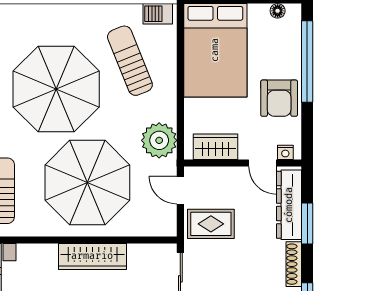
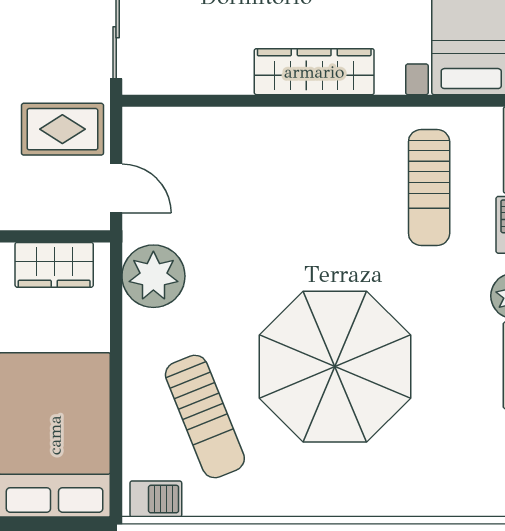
parasol: (87, 183) -> (280, 202), removed
wardrobe: (92, 256) -> (314, 72), moved

